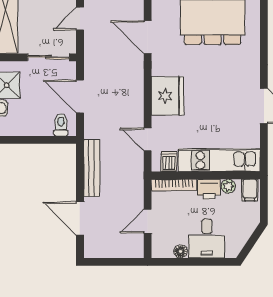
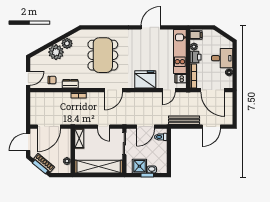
door: (148, 221) -> (213, 90), width x1.87

